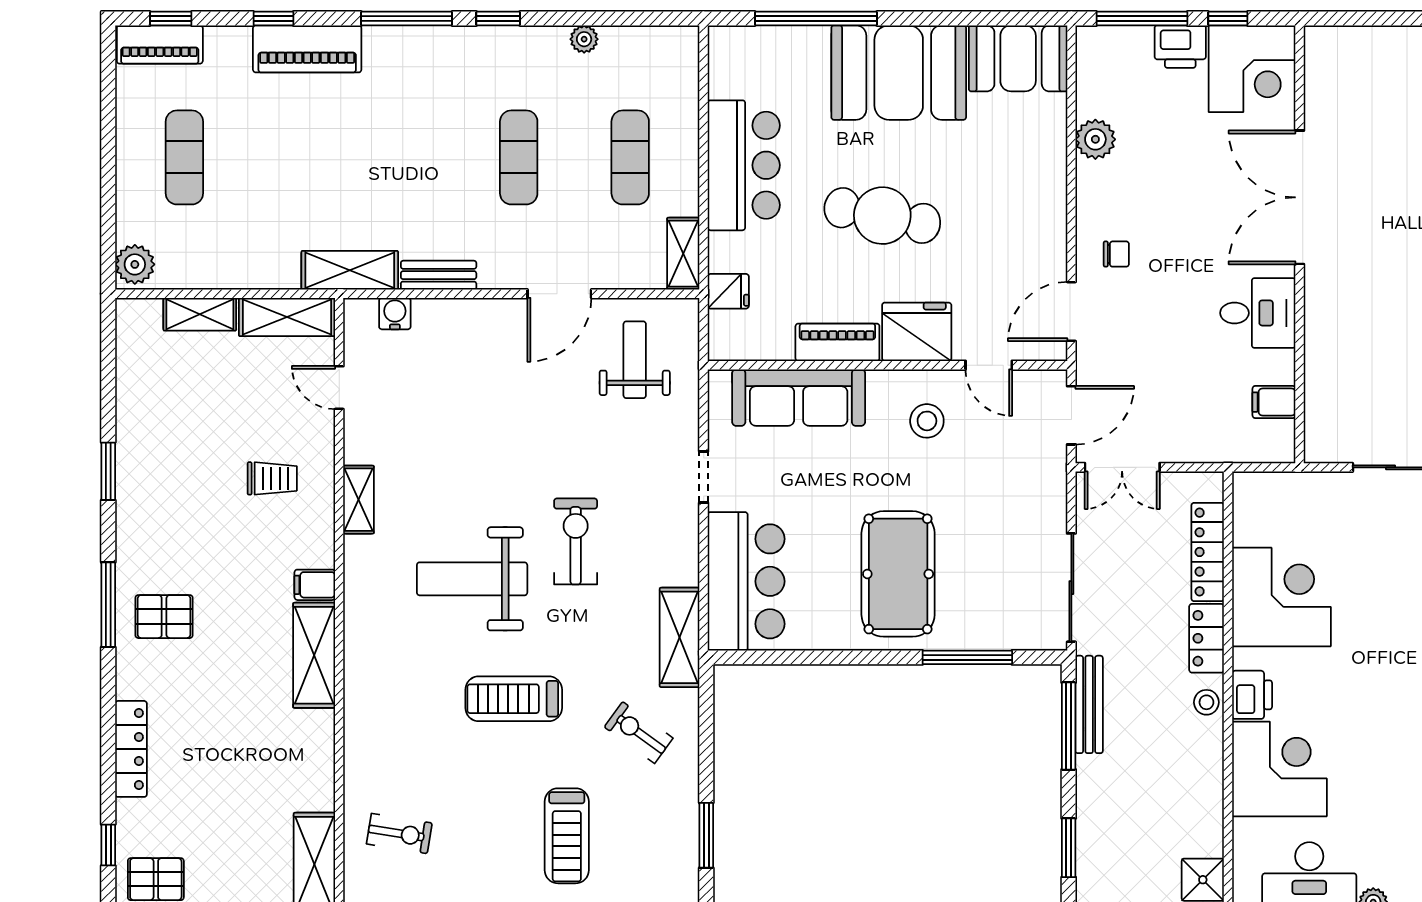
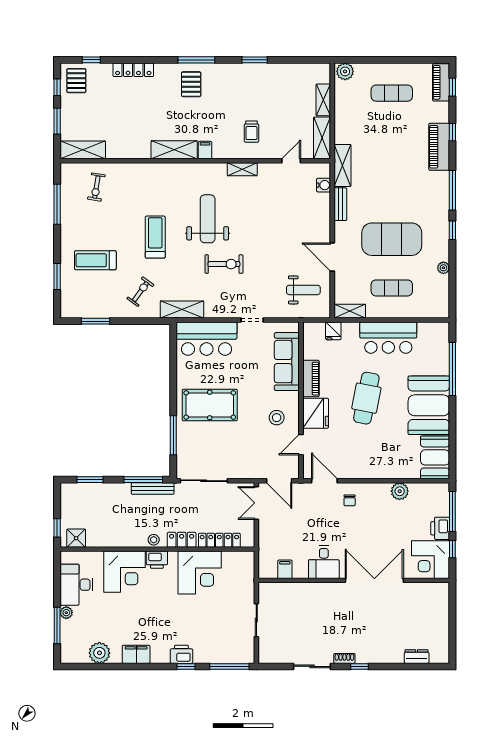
exercise mat: (519, 157) -> (392, 239), width x2.00, depth x1.45

